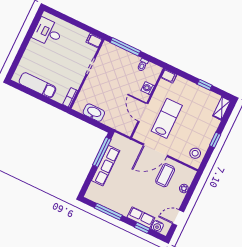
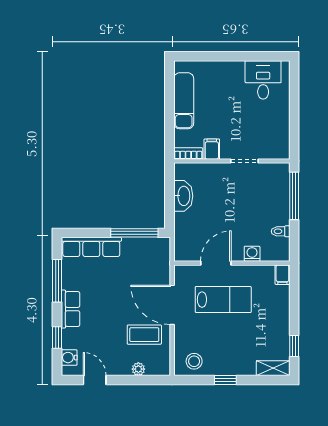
filing cabinet: (94, 41) -> (212, 149), moved
window: (205, 85) -> (294, 346), moved
row of seats: (106, 166) -> (91, 247), moved
row of seats: (141, 217) -> (71, 309), moved

